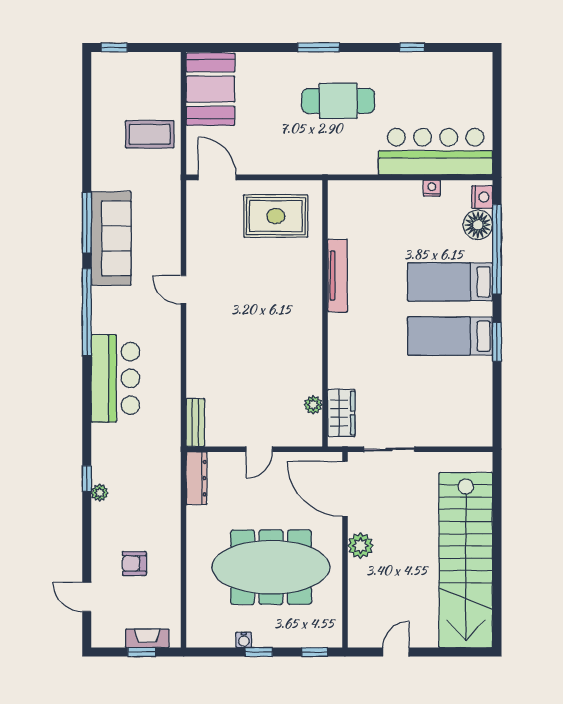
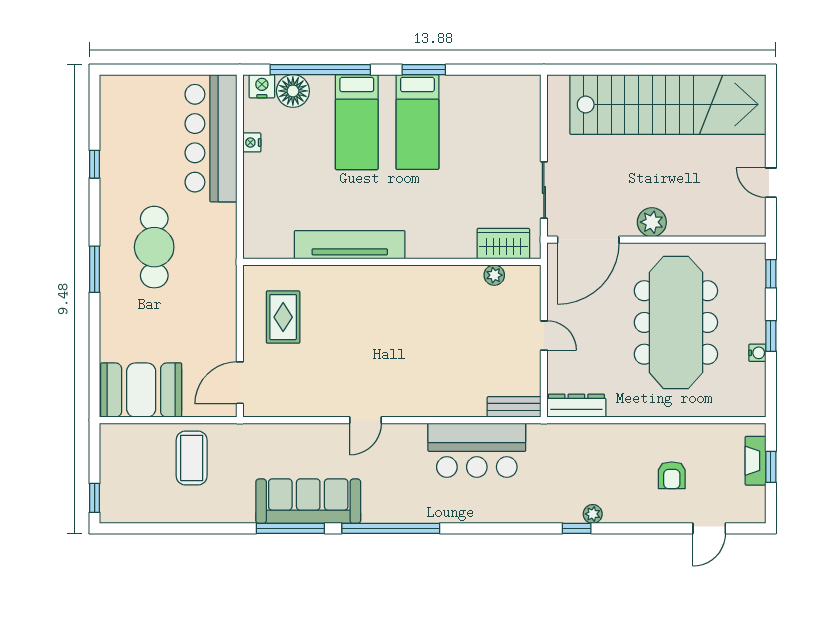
rug: (276, 216) -> (283, 317), width x0.73, depth x0.70
tv unit: (338, 276) -> (350, 245), width x1.36, depth x1.29
bar counter: (115, 378) -> (477, 450), moved, turned 180

